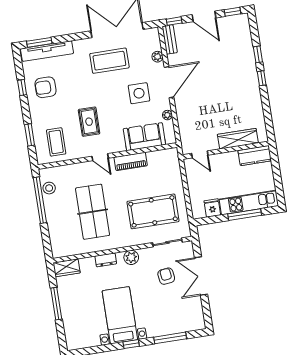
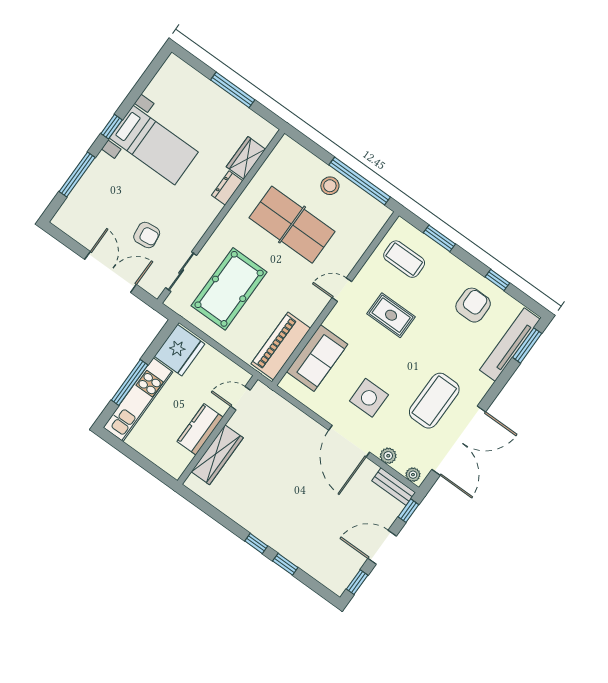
plant: (167, 115) -> (413, 475), moved
kitchen counter: (255, 156) -> (200, 429), moved
piano: (131, 161) -> (281, 346), moved, width x1.37, depth x1.33
stool: (49, 188) -> (330, 186), moved
fridge: (212, 208) -> (180, 350), width x1.88, depth x1.34
plant: (131, 257) -> (203, 218), removed
wardrobe: (67, 268) -> (246, 158), moved

